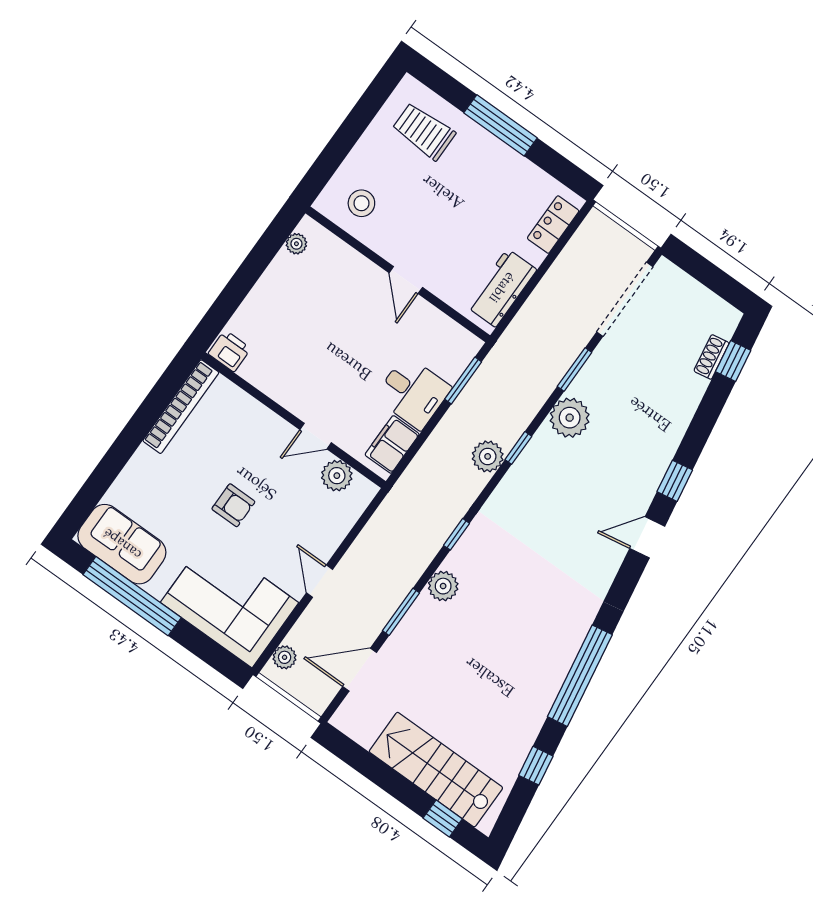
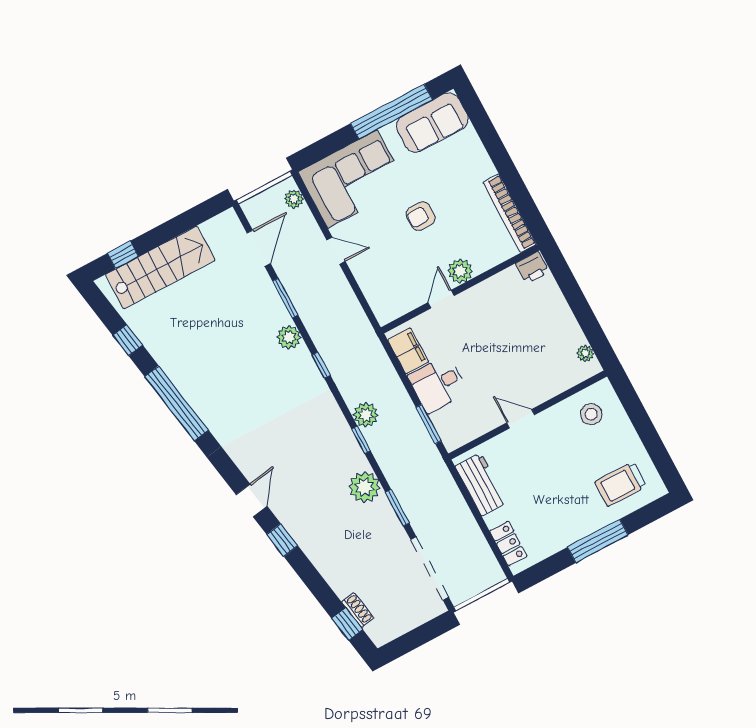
trolley: (424, 131) -> (621, 484), turned 180
plant: (337, 476) -> (460, 271), moved

